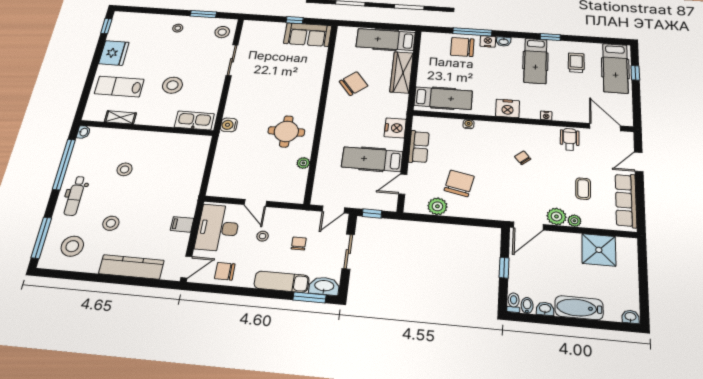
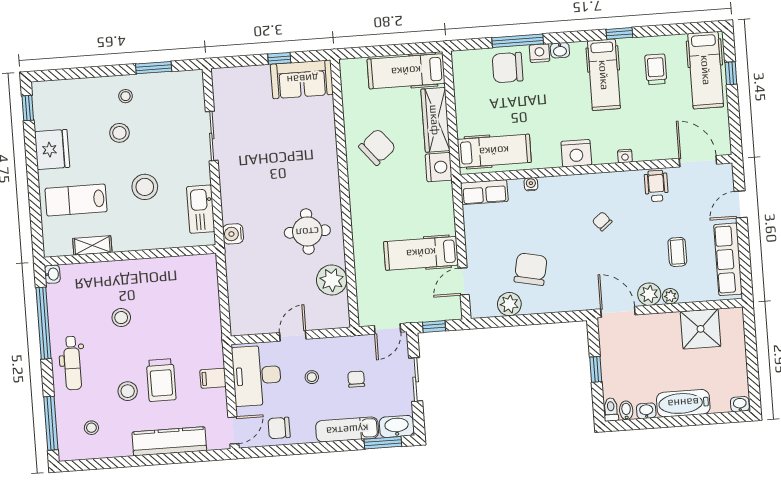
stool: (222, 32) -> (119, 133), moved
kitchen sink: (194, 120) -> (201, 209), moved, turned -90
nightstand: (395, 128) -> (439, 167), moved
row of seats: (419, 147) -> (484, 192), moved, turned 90
plant: (303, 163) -> (332, 280), width x1.88, depth x1.88
door: (255, 203) -> (293, 336), swing flipped
trolley: (140, 219) -> (161, 380), added
door: (528, 226) -> (618, 312), swing flipped
stool: (72, 246) -> (91, 428), width x0.53, depth x0.53

